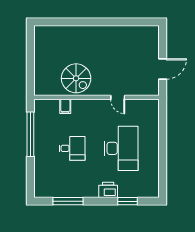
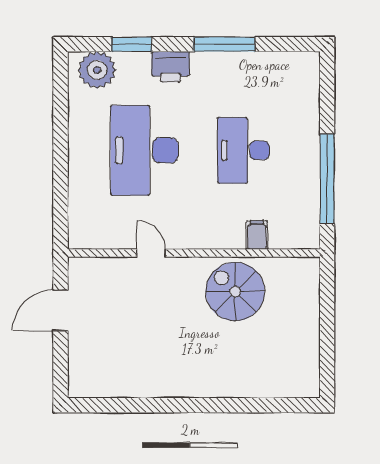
desk: (72, 148) -> (243, 150), width x1.37
plant: (145, 188) -> (97, 70), added
window: (68, 201) -> (224, 44), moved

